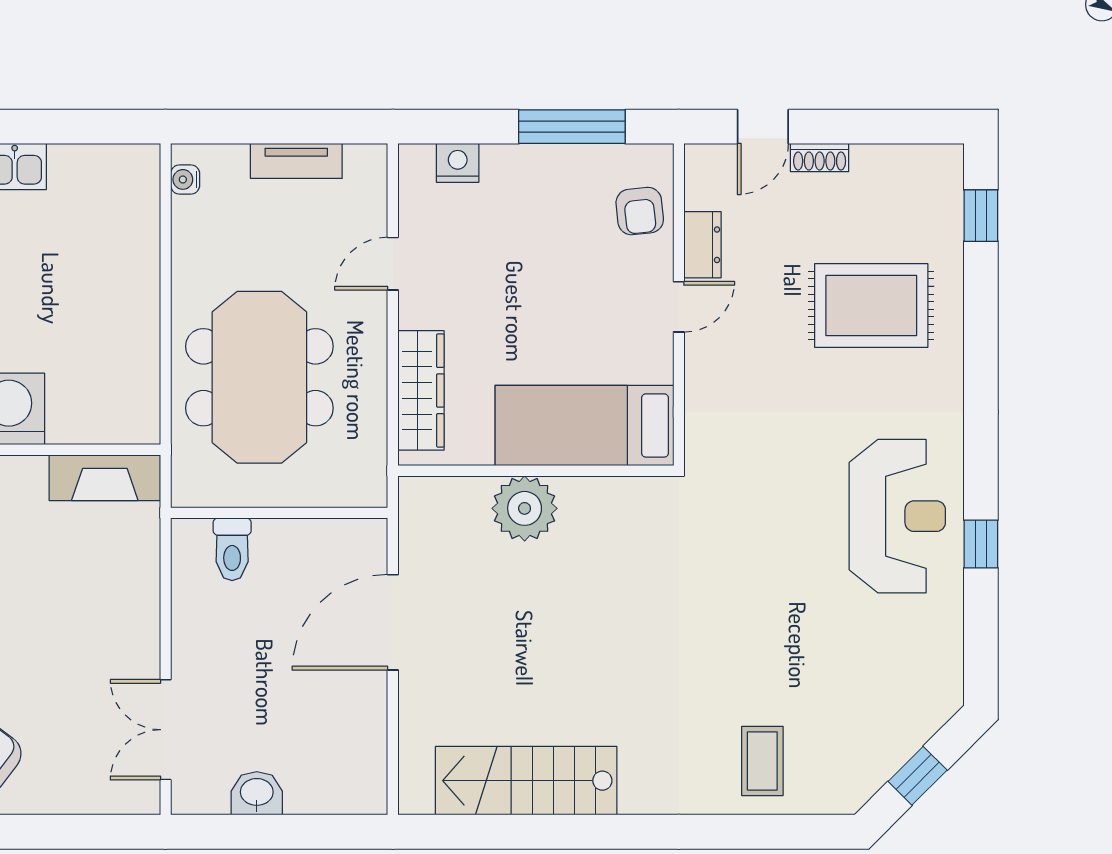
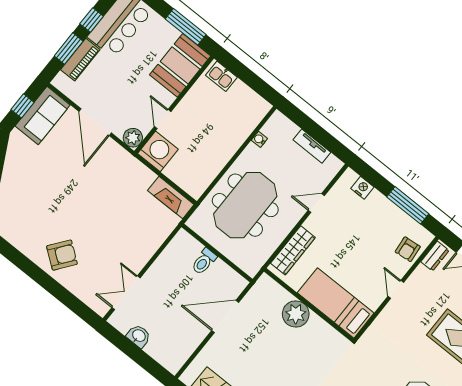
water cooler: (185, 179) -> (259, 139), moved
dresser: (702, 245) -> (435, 256), moved
door: (679, 307) -> (396, 289), swing flipped
toilet: (232, 549) -> (204, 261), moved

